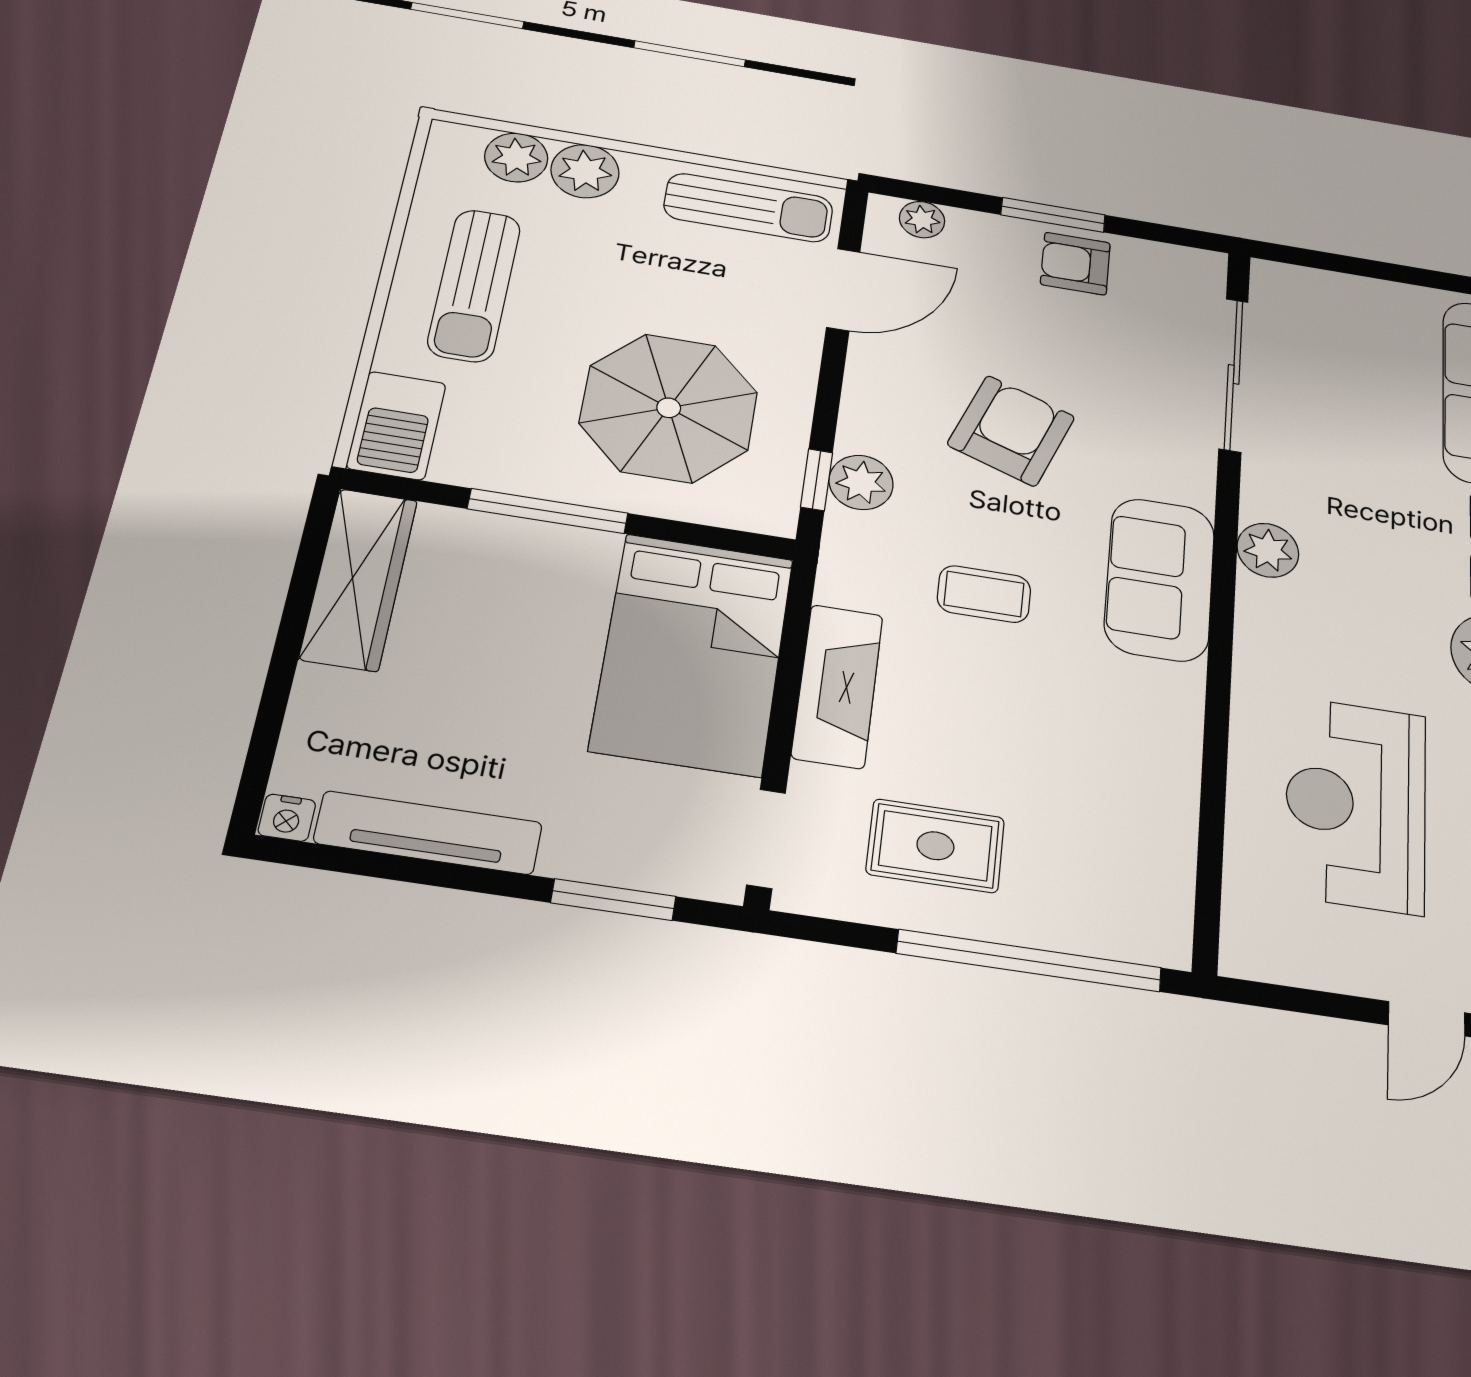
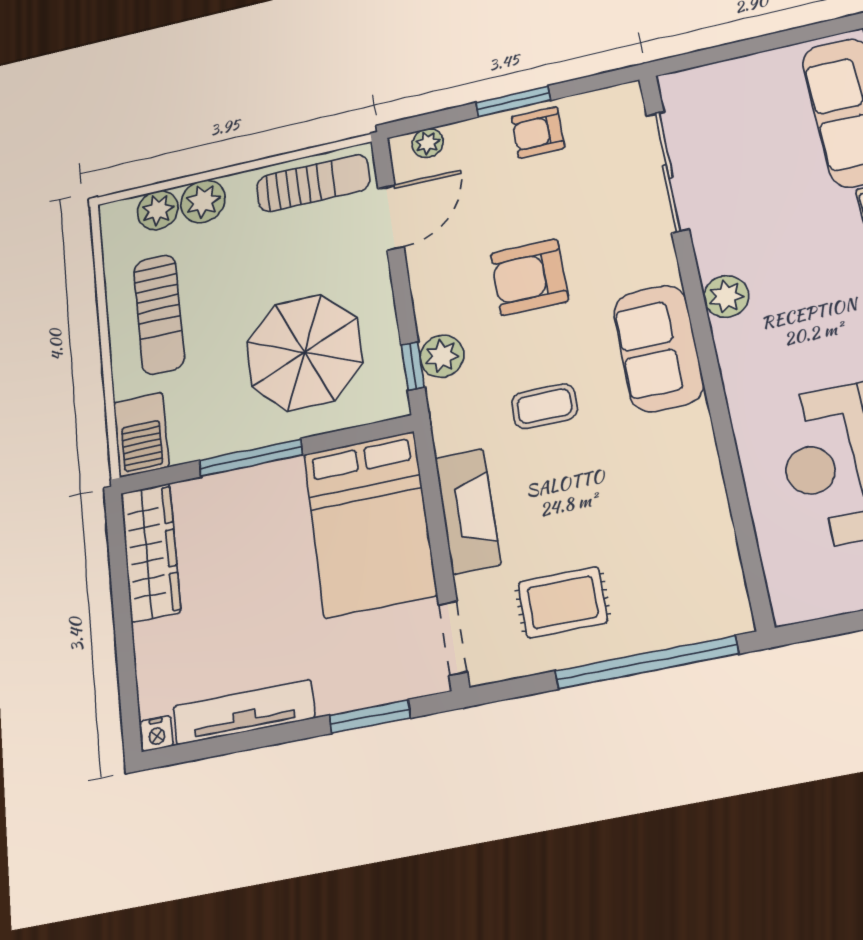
armchair: (1011, 431) -> (529, 277), turned -110

